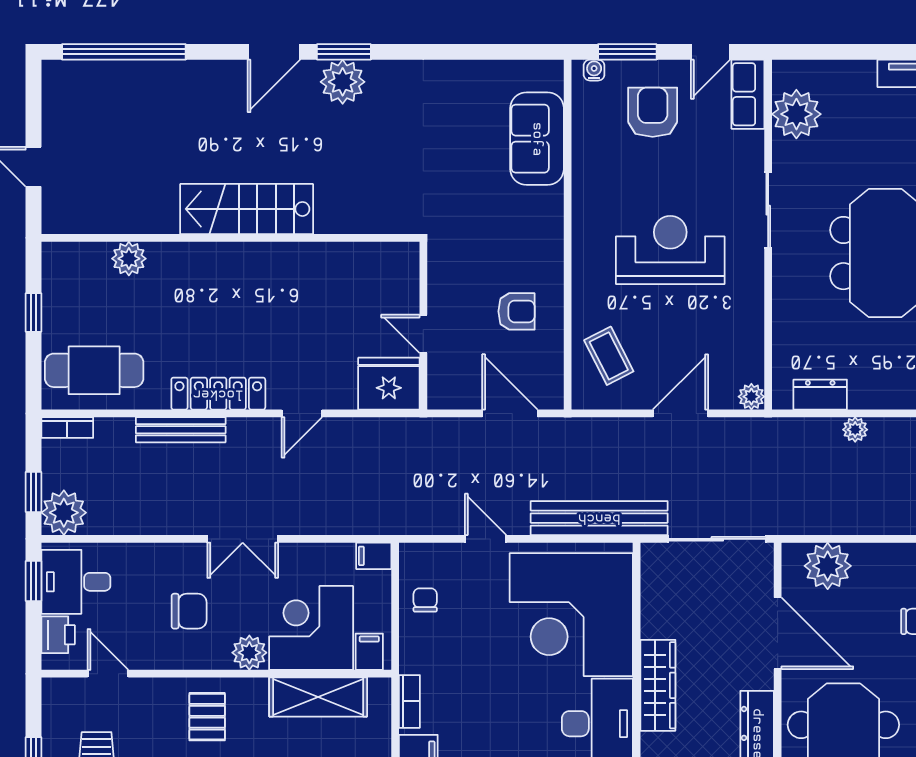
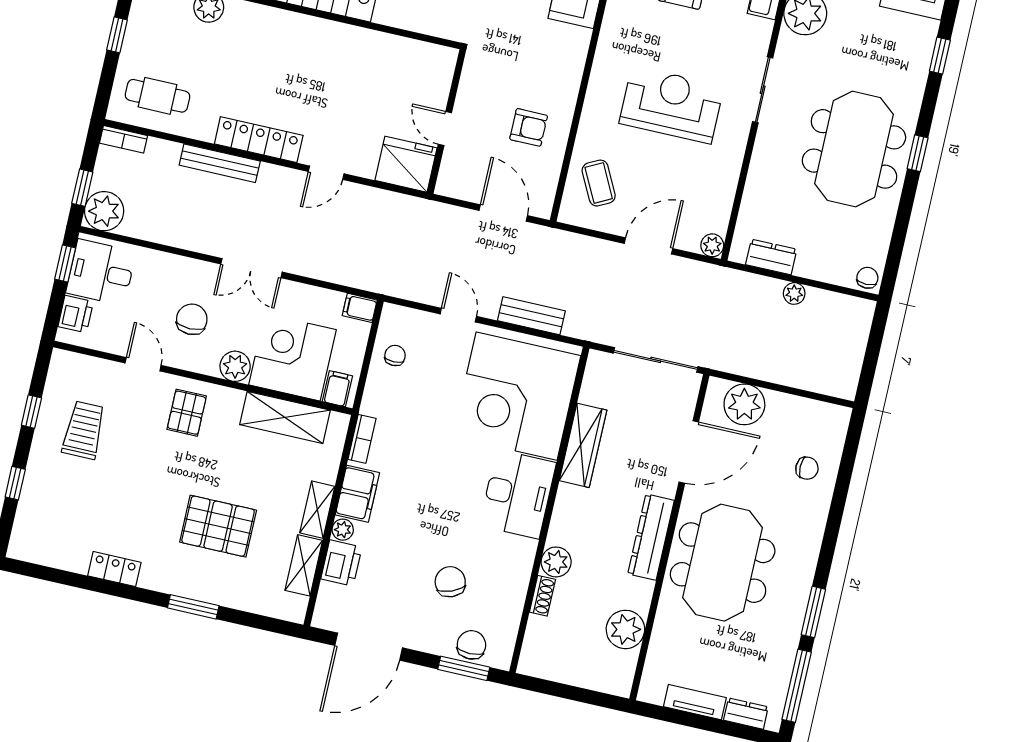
cafe table: (94, 370) -> (157, 96), width x0.73, depth x0.74
bench: (599, 518) -> (531, 316), width x0.54, depth x0.82
chair: (189, 611) -> (192, 319), turned -90
door: (778, 633) -> (689, 452), hinge flipped
door: (108, 674) -> (143, 364), moved
wardrobe: (658, 685) -> (583, 445), moved

